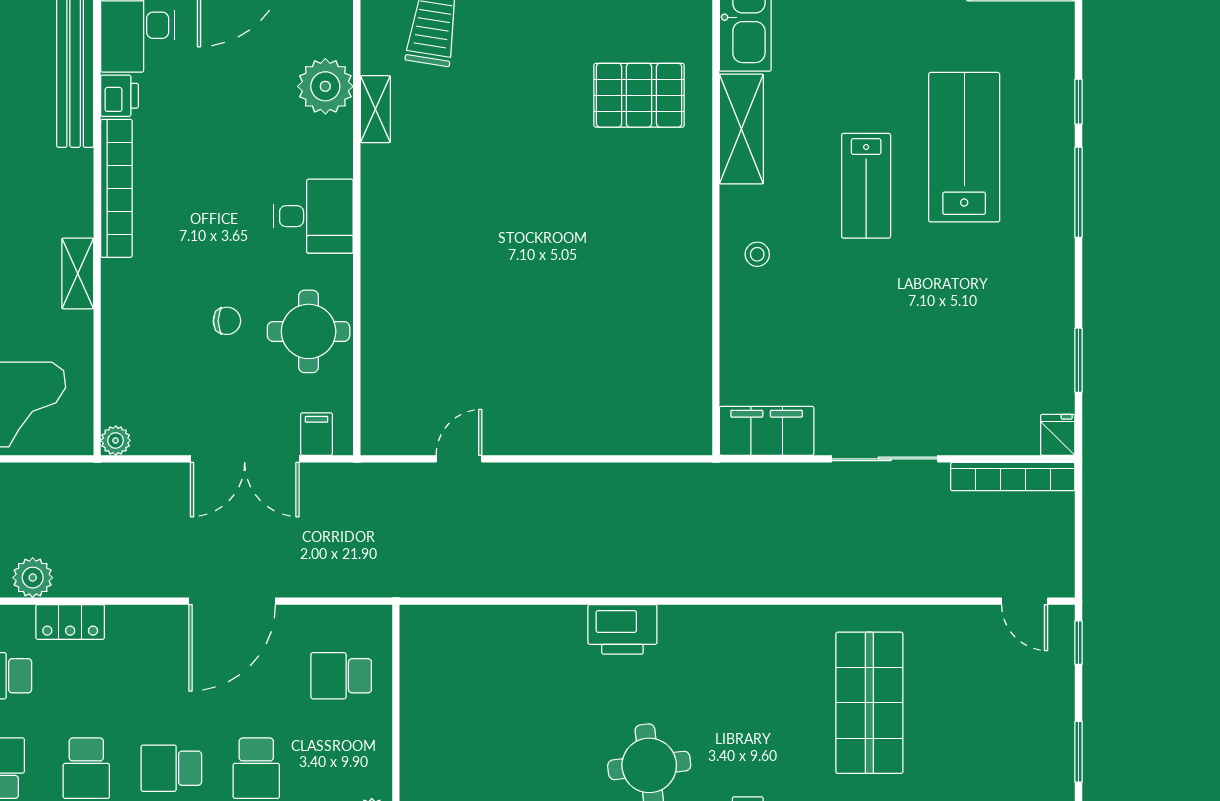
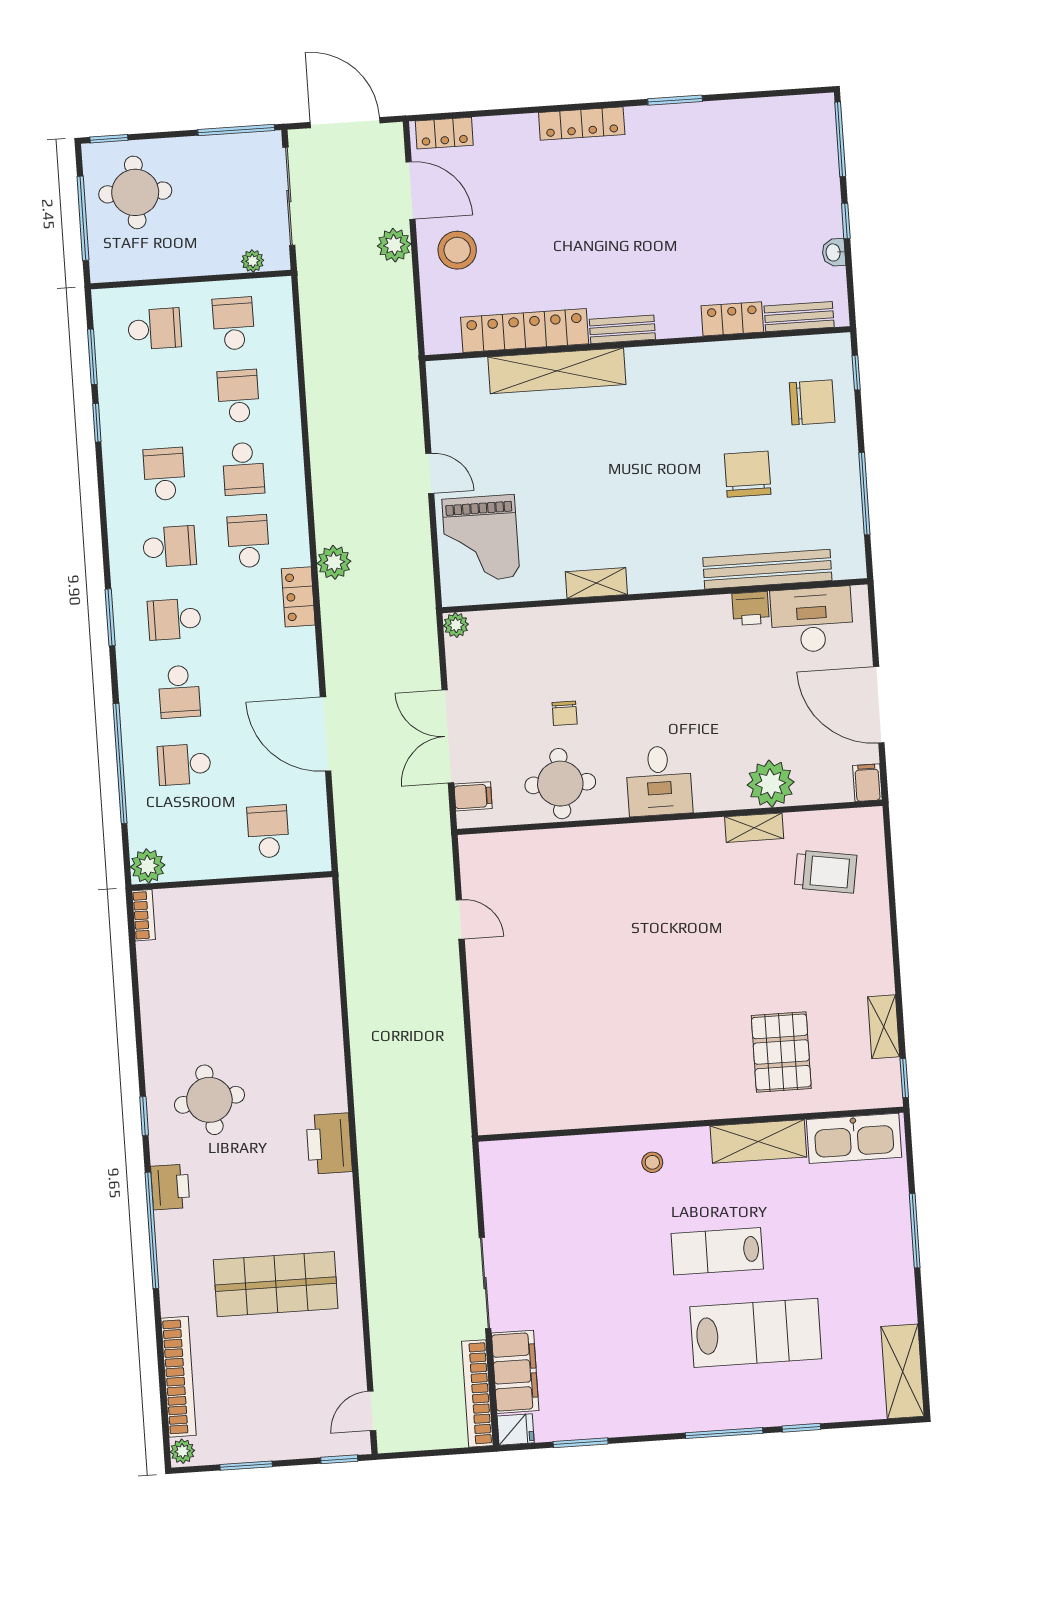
bookcase: (116, 188) -> (671, 611), removed
filing cabinet: (767, 431) -> (515, 1372), moved
printer: (622, 629) -> (329, 1144), moved
school desk: (171, 768) -> (179, 692), turned 180

